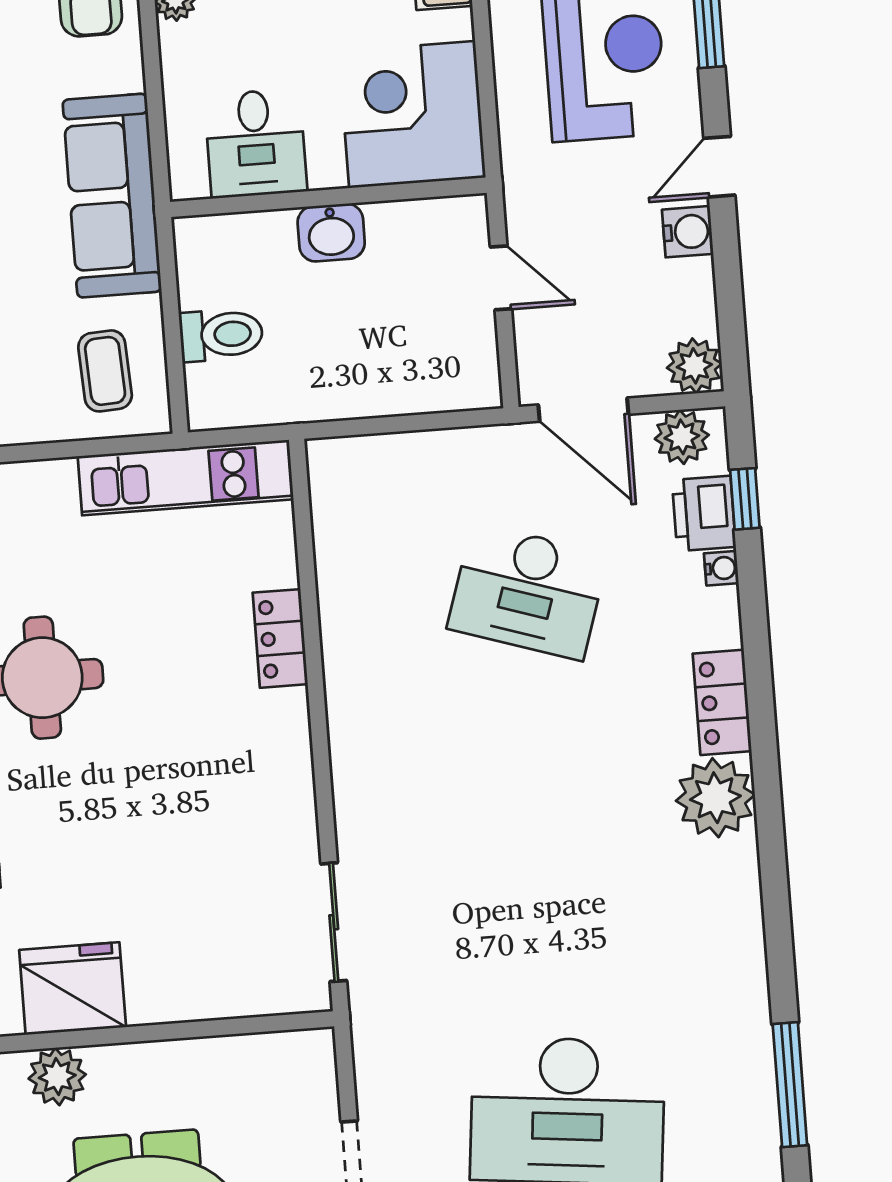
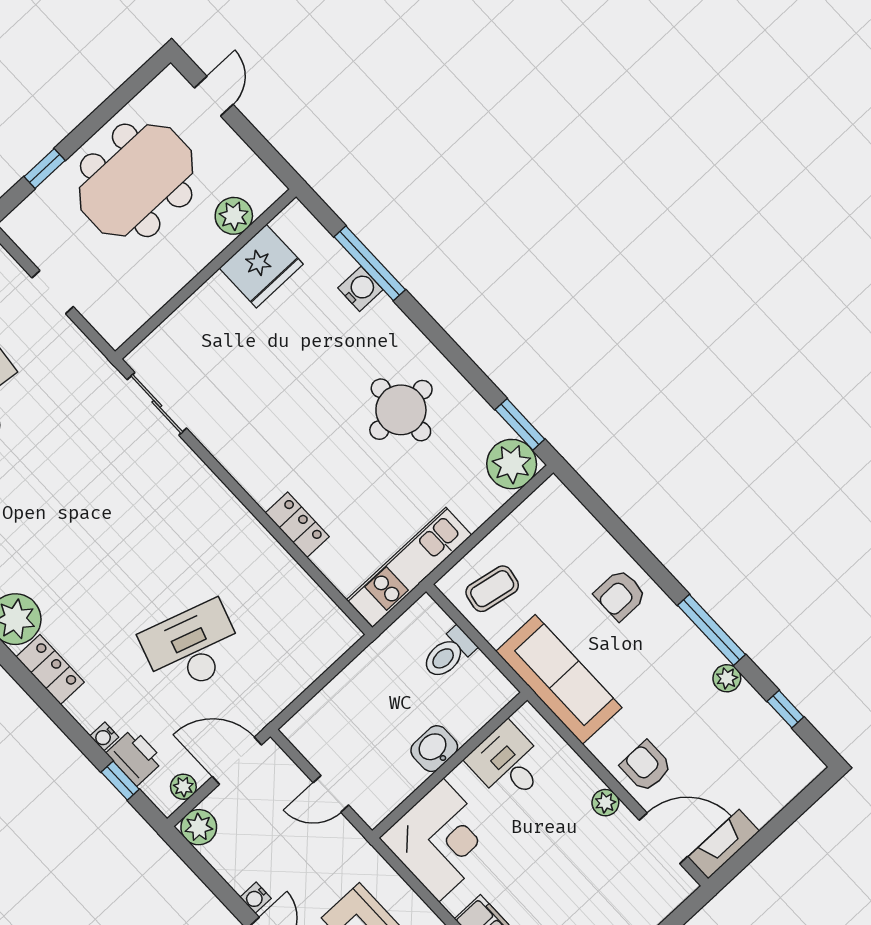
water cooler: (688, 232) -> (256, 898), width x0.72, depth x0.72
coffee table: (105, 371) -> (492, 589), turned -76
plant: (682, 437) -> (183, 787), width x0.73, depth x0.73

